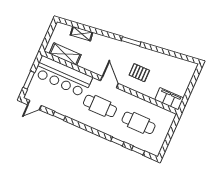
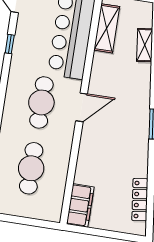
locker: (175, 62) -> (140, 200), added
pallet: (139, 73) -> (108, 149), removed

